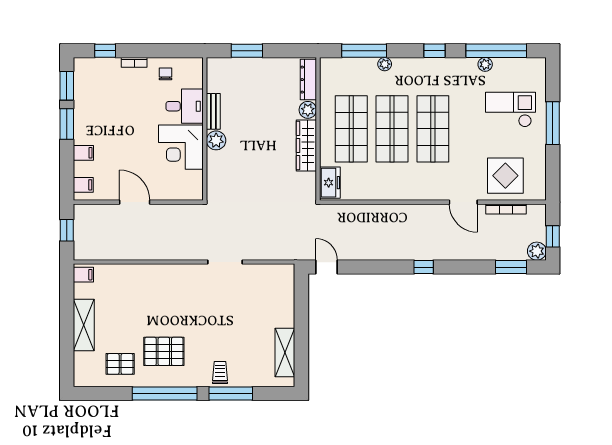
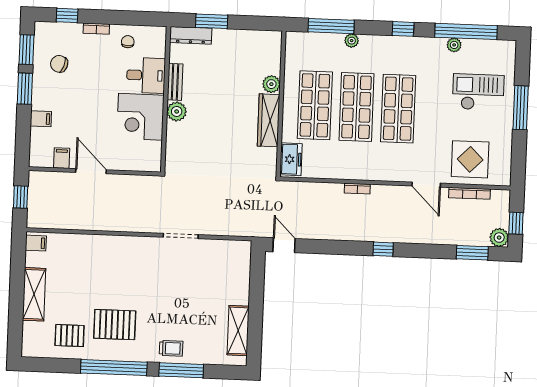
dresser: (308, 80) -> (191, 35), moved, turned -90
chair: (99, 98) -> (59, 64), added
filing cabinet: (83, 185) -> (62, 158), moved, turned -90
bookcase: (396, 209) -> (357, 189), added
trolley: (220, 372) -> (171, 348), turned 90

